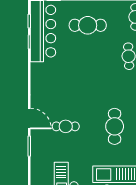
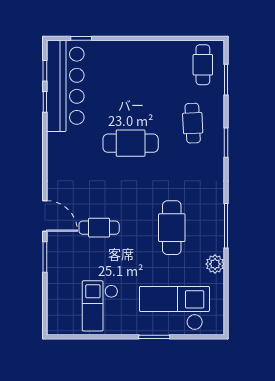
cafe table: (88, 25) -> (131, 143), moved

